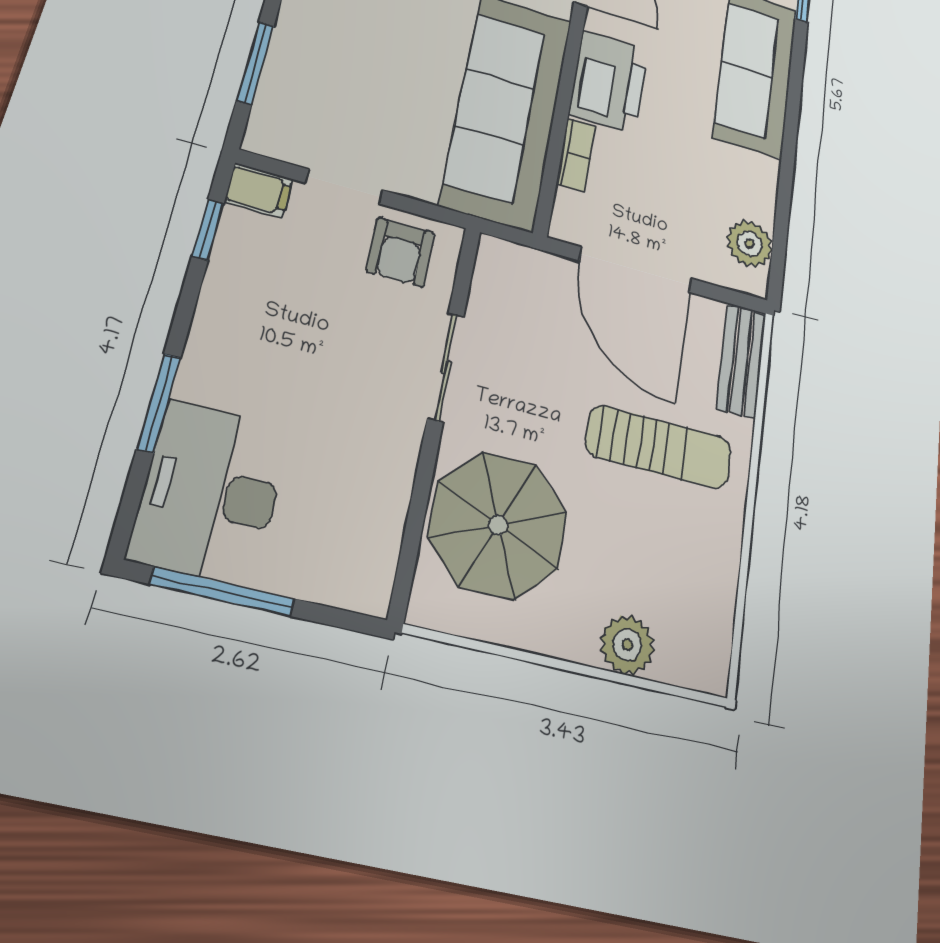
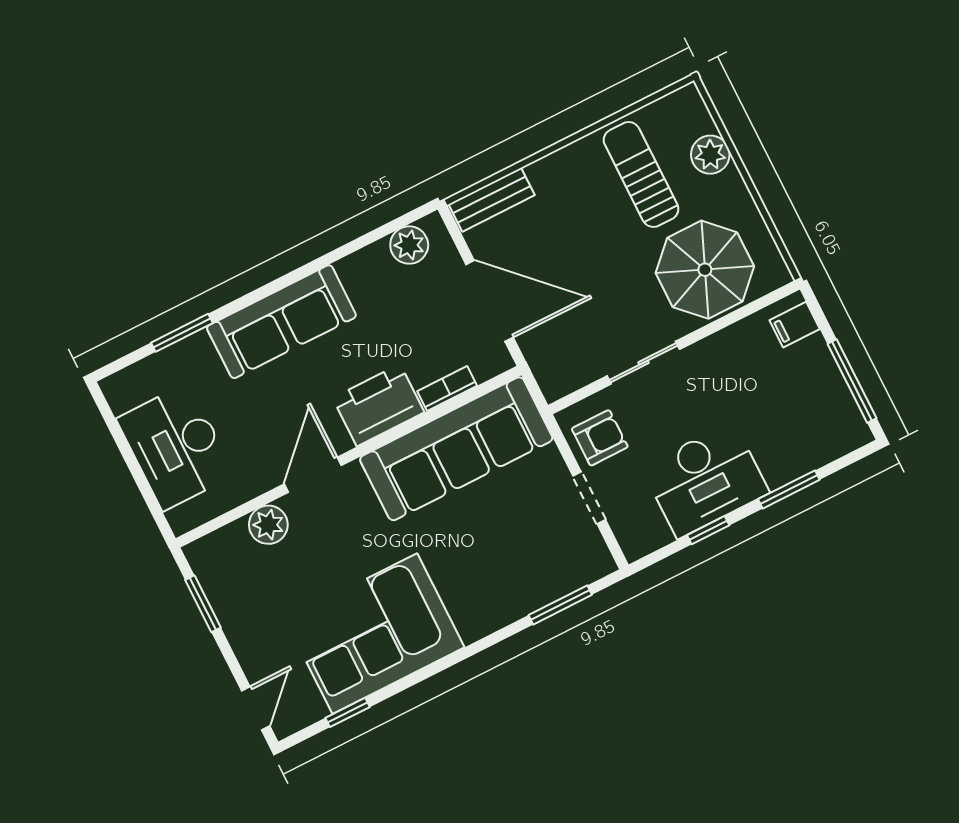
filing cabinet: (259, 190) -> (795, 325), moved, turned -90
window: (208, 230) -> (708, 530), moved
door: (636, 270) -> (490, 301), hinge flipped
sun lounger: (659, 447) -> (641, 174), moved
desk: (211, 493) -> (705, 480), moved

